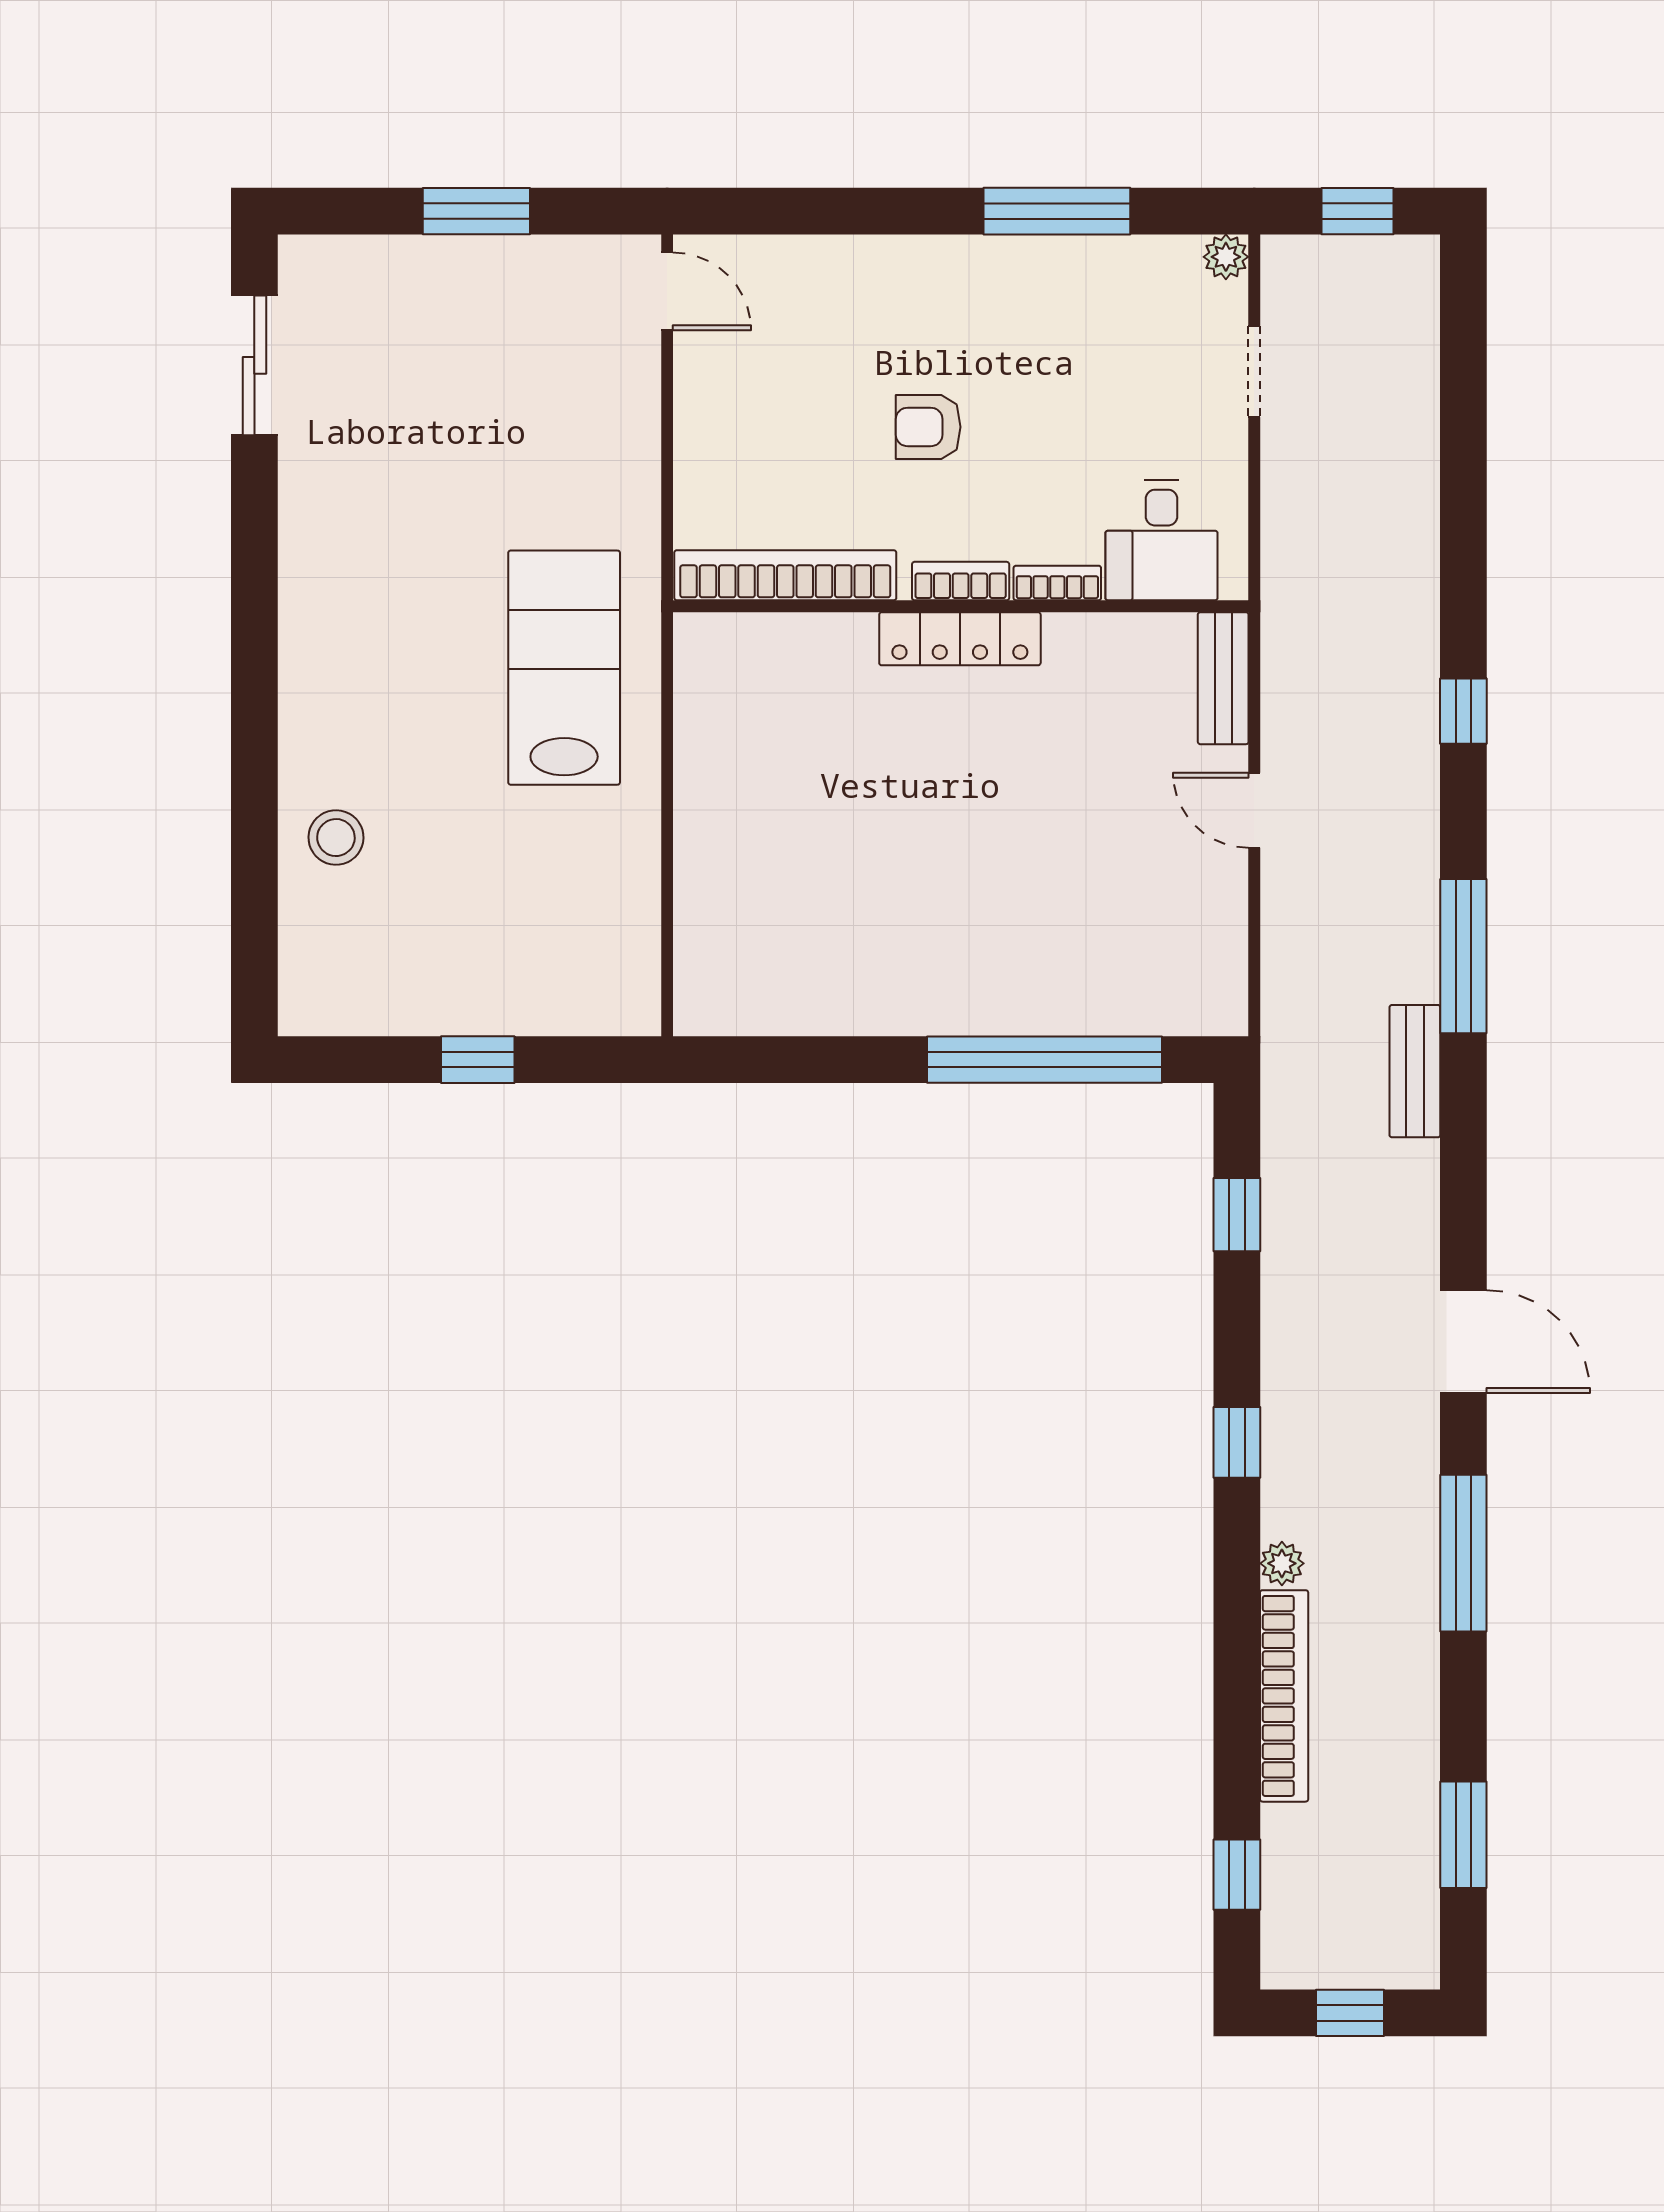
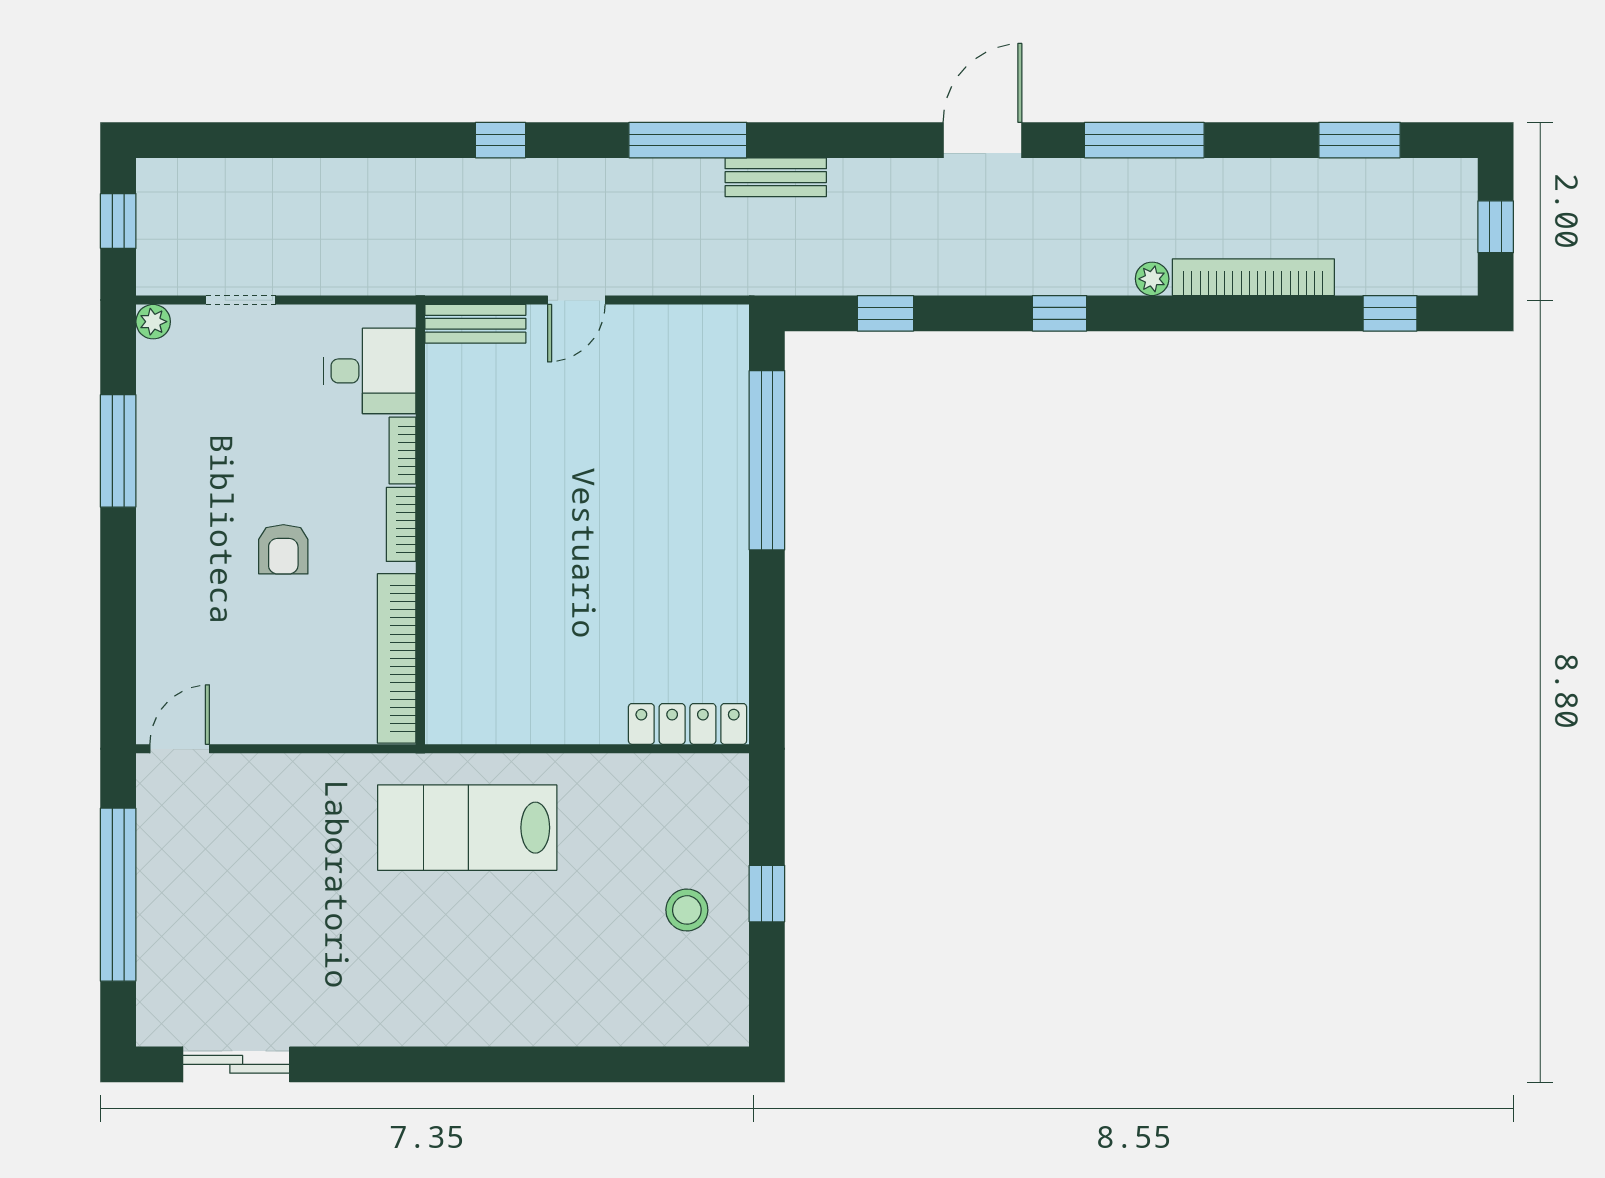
window: (476, 211) -> (118, 895), width x2.11
locker: (960, 639) -> (688, 724), moved, turned -90
stool: (336, 838) -> (687, 910), moved

